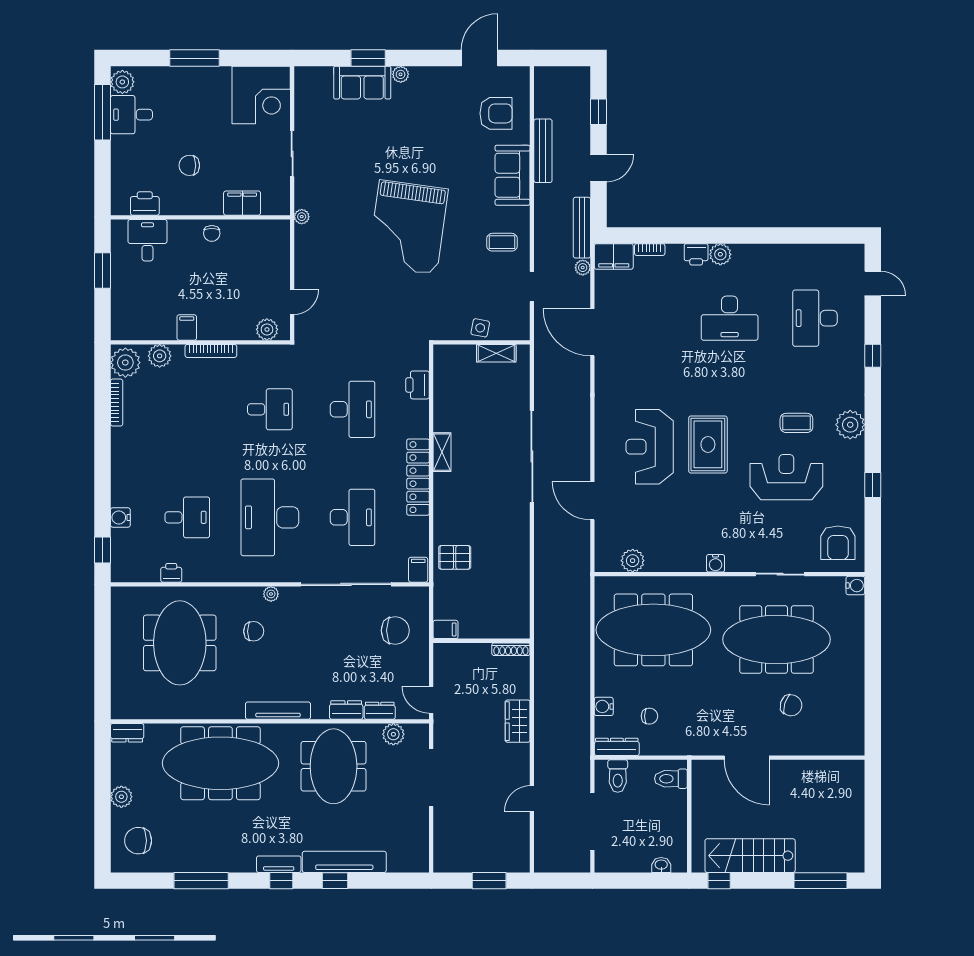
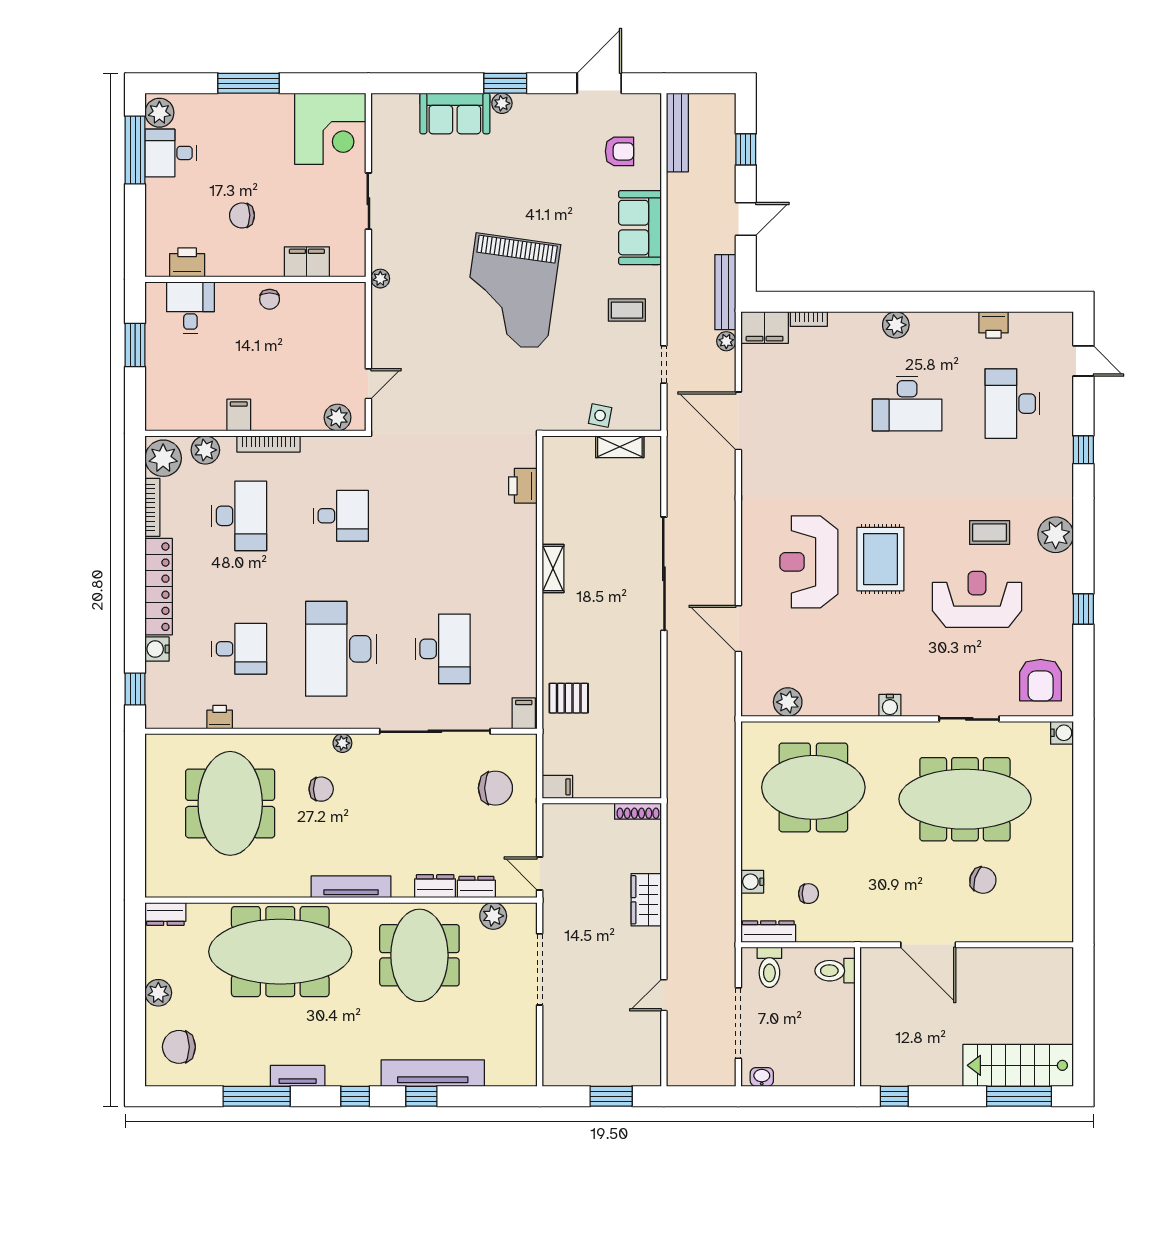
window: (368, 58) -> (505, 83), moved
armchair: (496, 113) -> (619, 151), width x0.72, depth x0.72
bench: (543, 151) -> (677, 133), moved
printer: (696, 254) -> (994, 325), moved
desk: (353, 409) -> (239, 516), moved
locker: (418, 477) -> (159, 587), moved, turned 180
meeting table: (653, 630) -> (813, 787), width x0.73
stairs: (750, 856) -> (1018, 1065), moved
tv unit: (279, 864) -> (298, 1076), moved
washbasin: (661, 865) -> (762, 1077), moved

